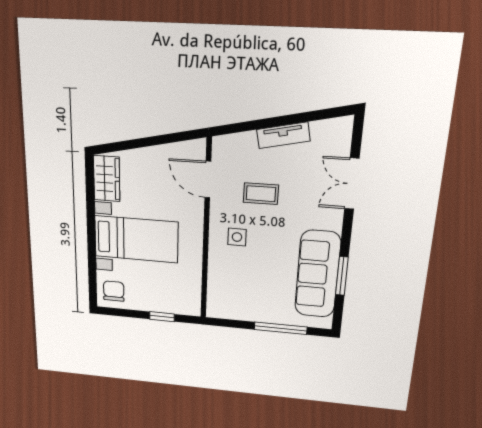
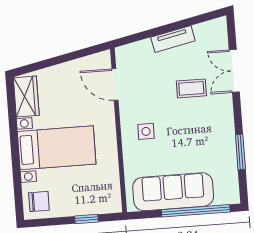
coffee table: (261, 194) -> (191, 88), moved
sofa: (318, 274) -> (173, 192), moved, turned 90
chair: (114, 291) -> (39, 201), turned 90
window: (281, 328) -> (196, 211), width x1.46

